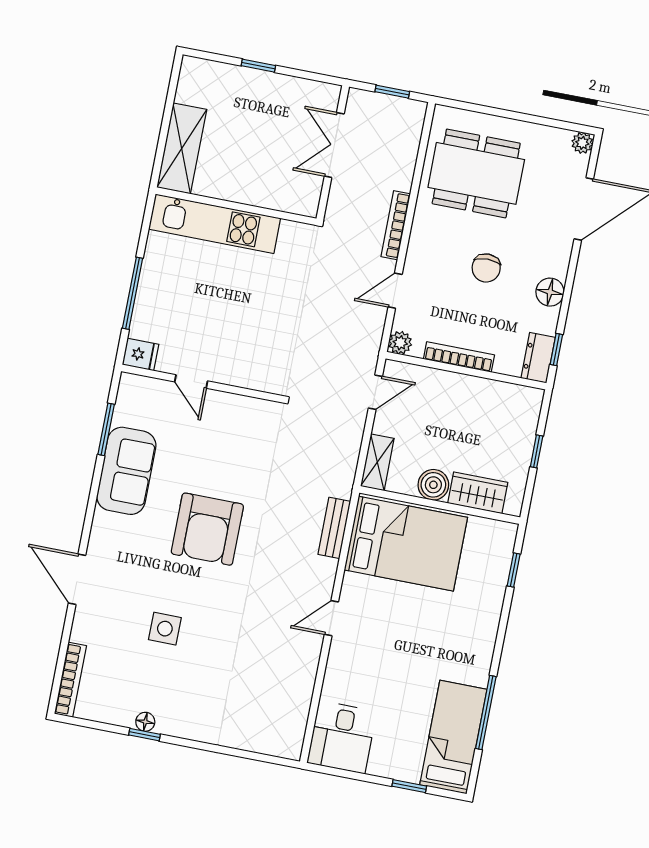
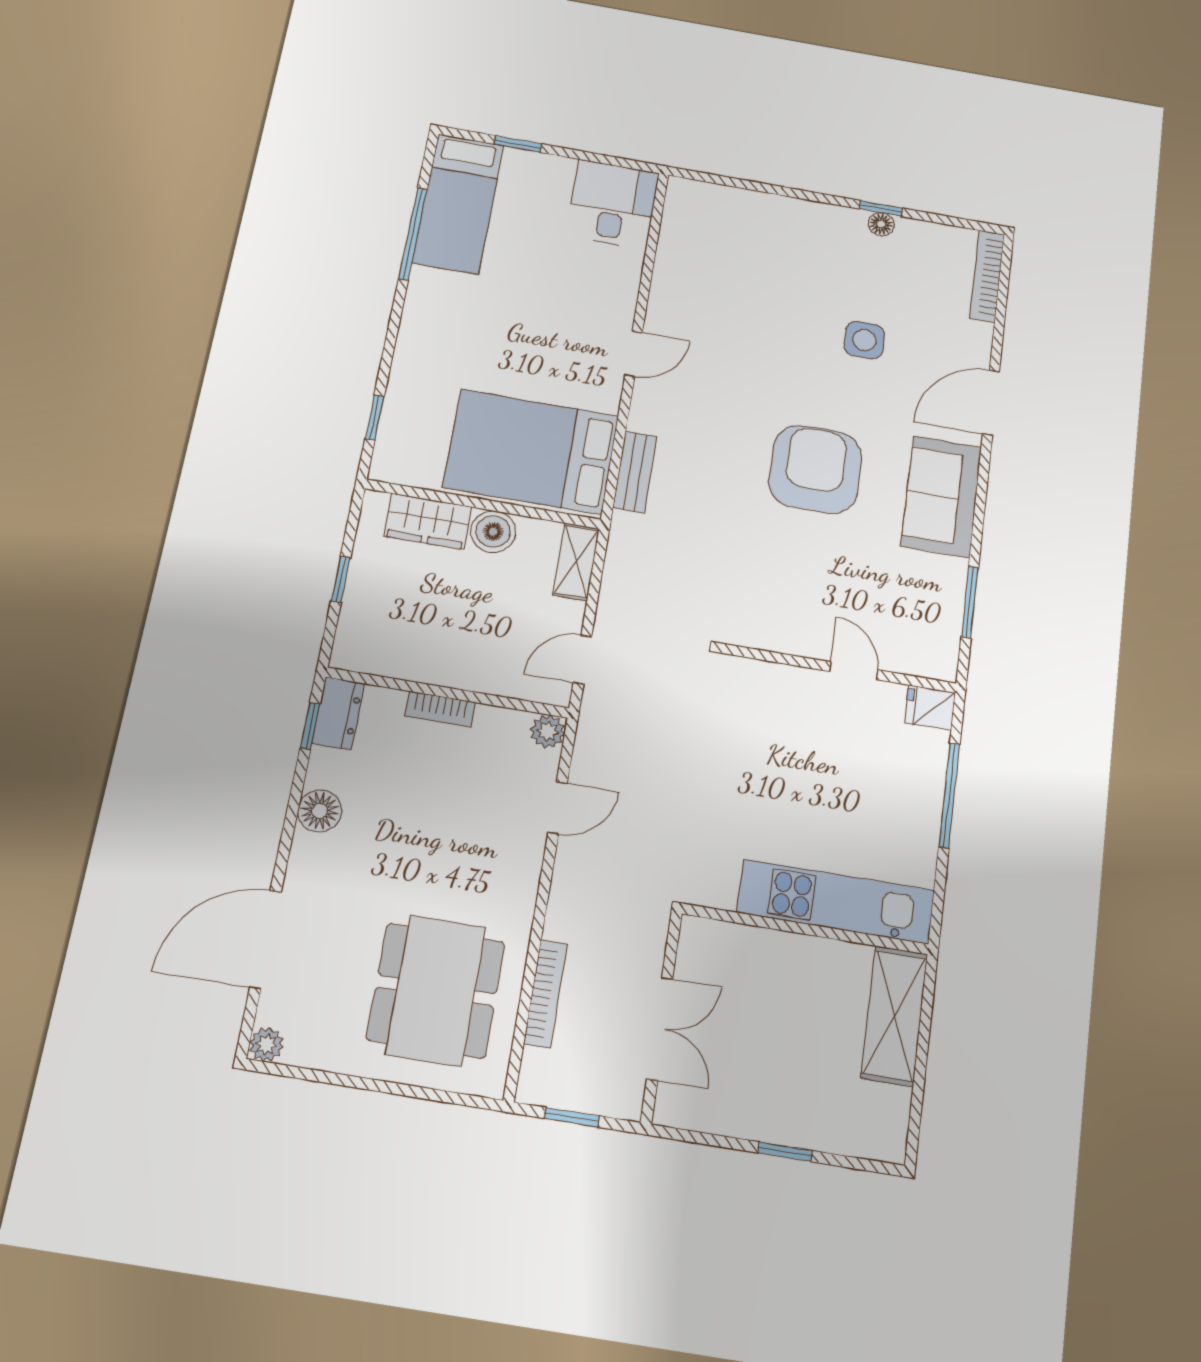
dining table: (476, 173) -> (436, 991), turned 90
bookcase: (396, 225) -> (545, 994), moved
chair: (486, 268) -> (419, 845), removed
bookcase: (459, 357) -> (440, 709), width x0.64
sofa: (126, 471) -> (942, 497), moved
door: (77, 579) -> (991, 403), swing flipped

